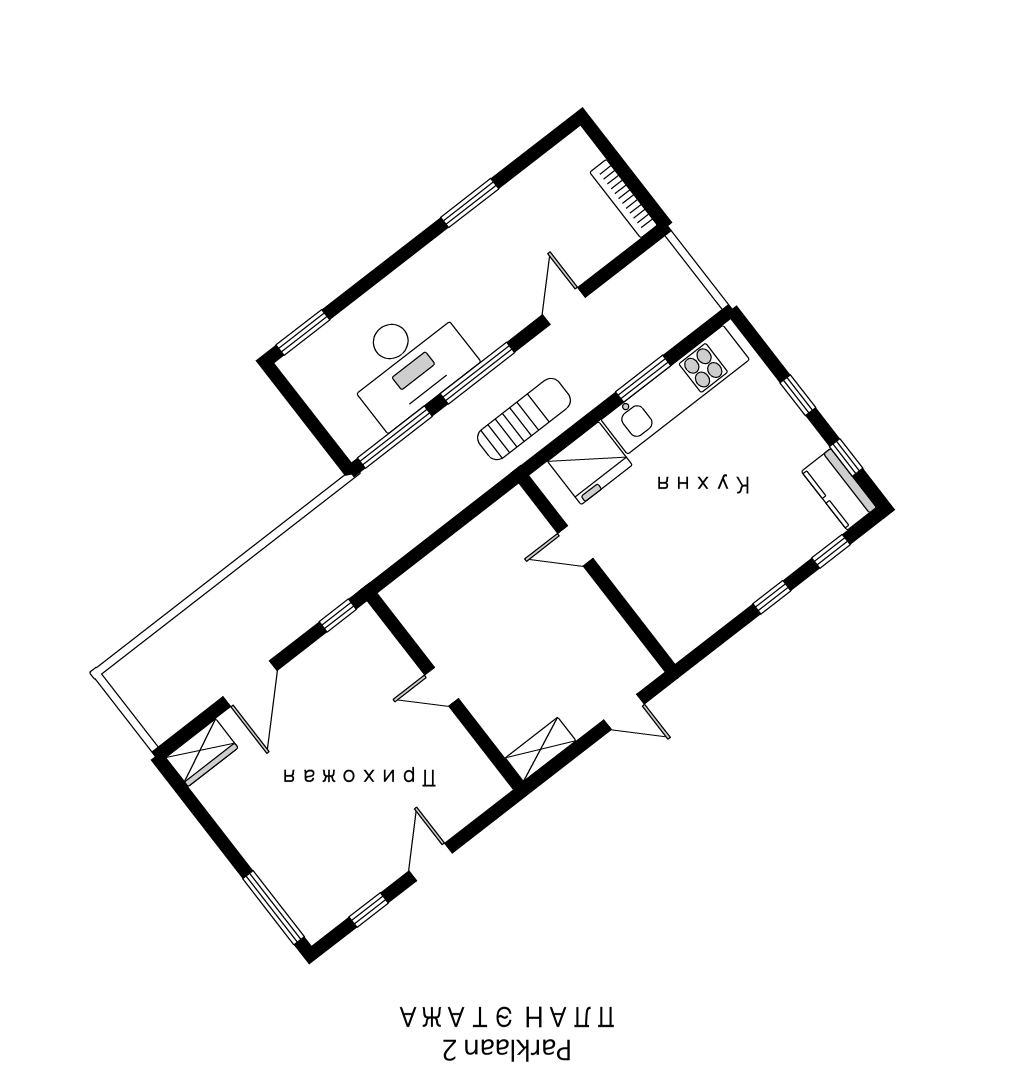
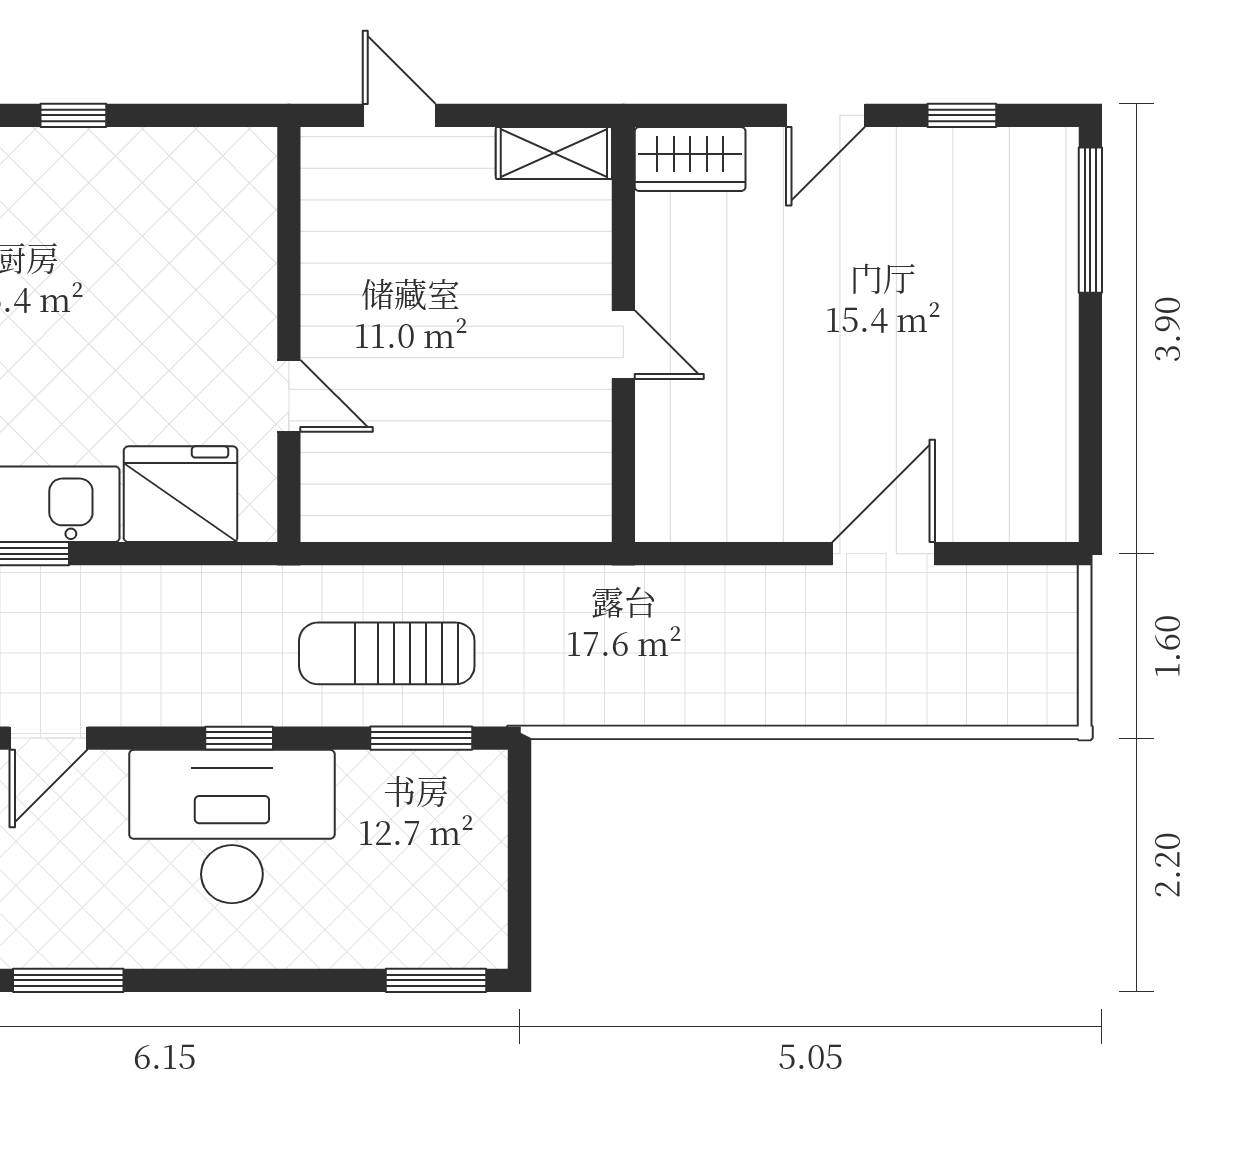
desk: (407, 363) -> (232, 827), moved
window: (477, 373) -> (239, 738), width x0.46
sun lounger: (524, 419) -> (387, 653), moved
window: (395, 437) -> (421, 738), width x0.69
window: (338, 615) -> (690, 554), removed
wardrobe: (202, 753) -> (690, 159), moved, turned 180

